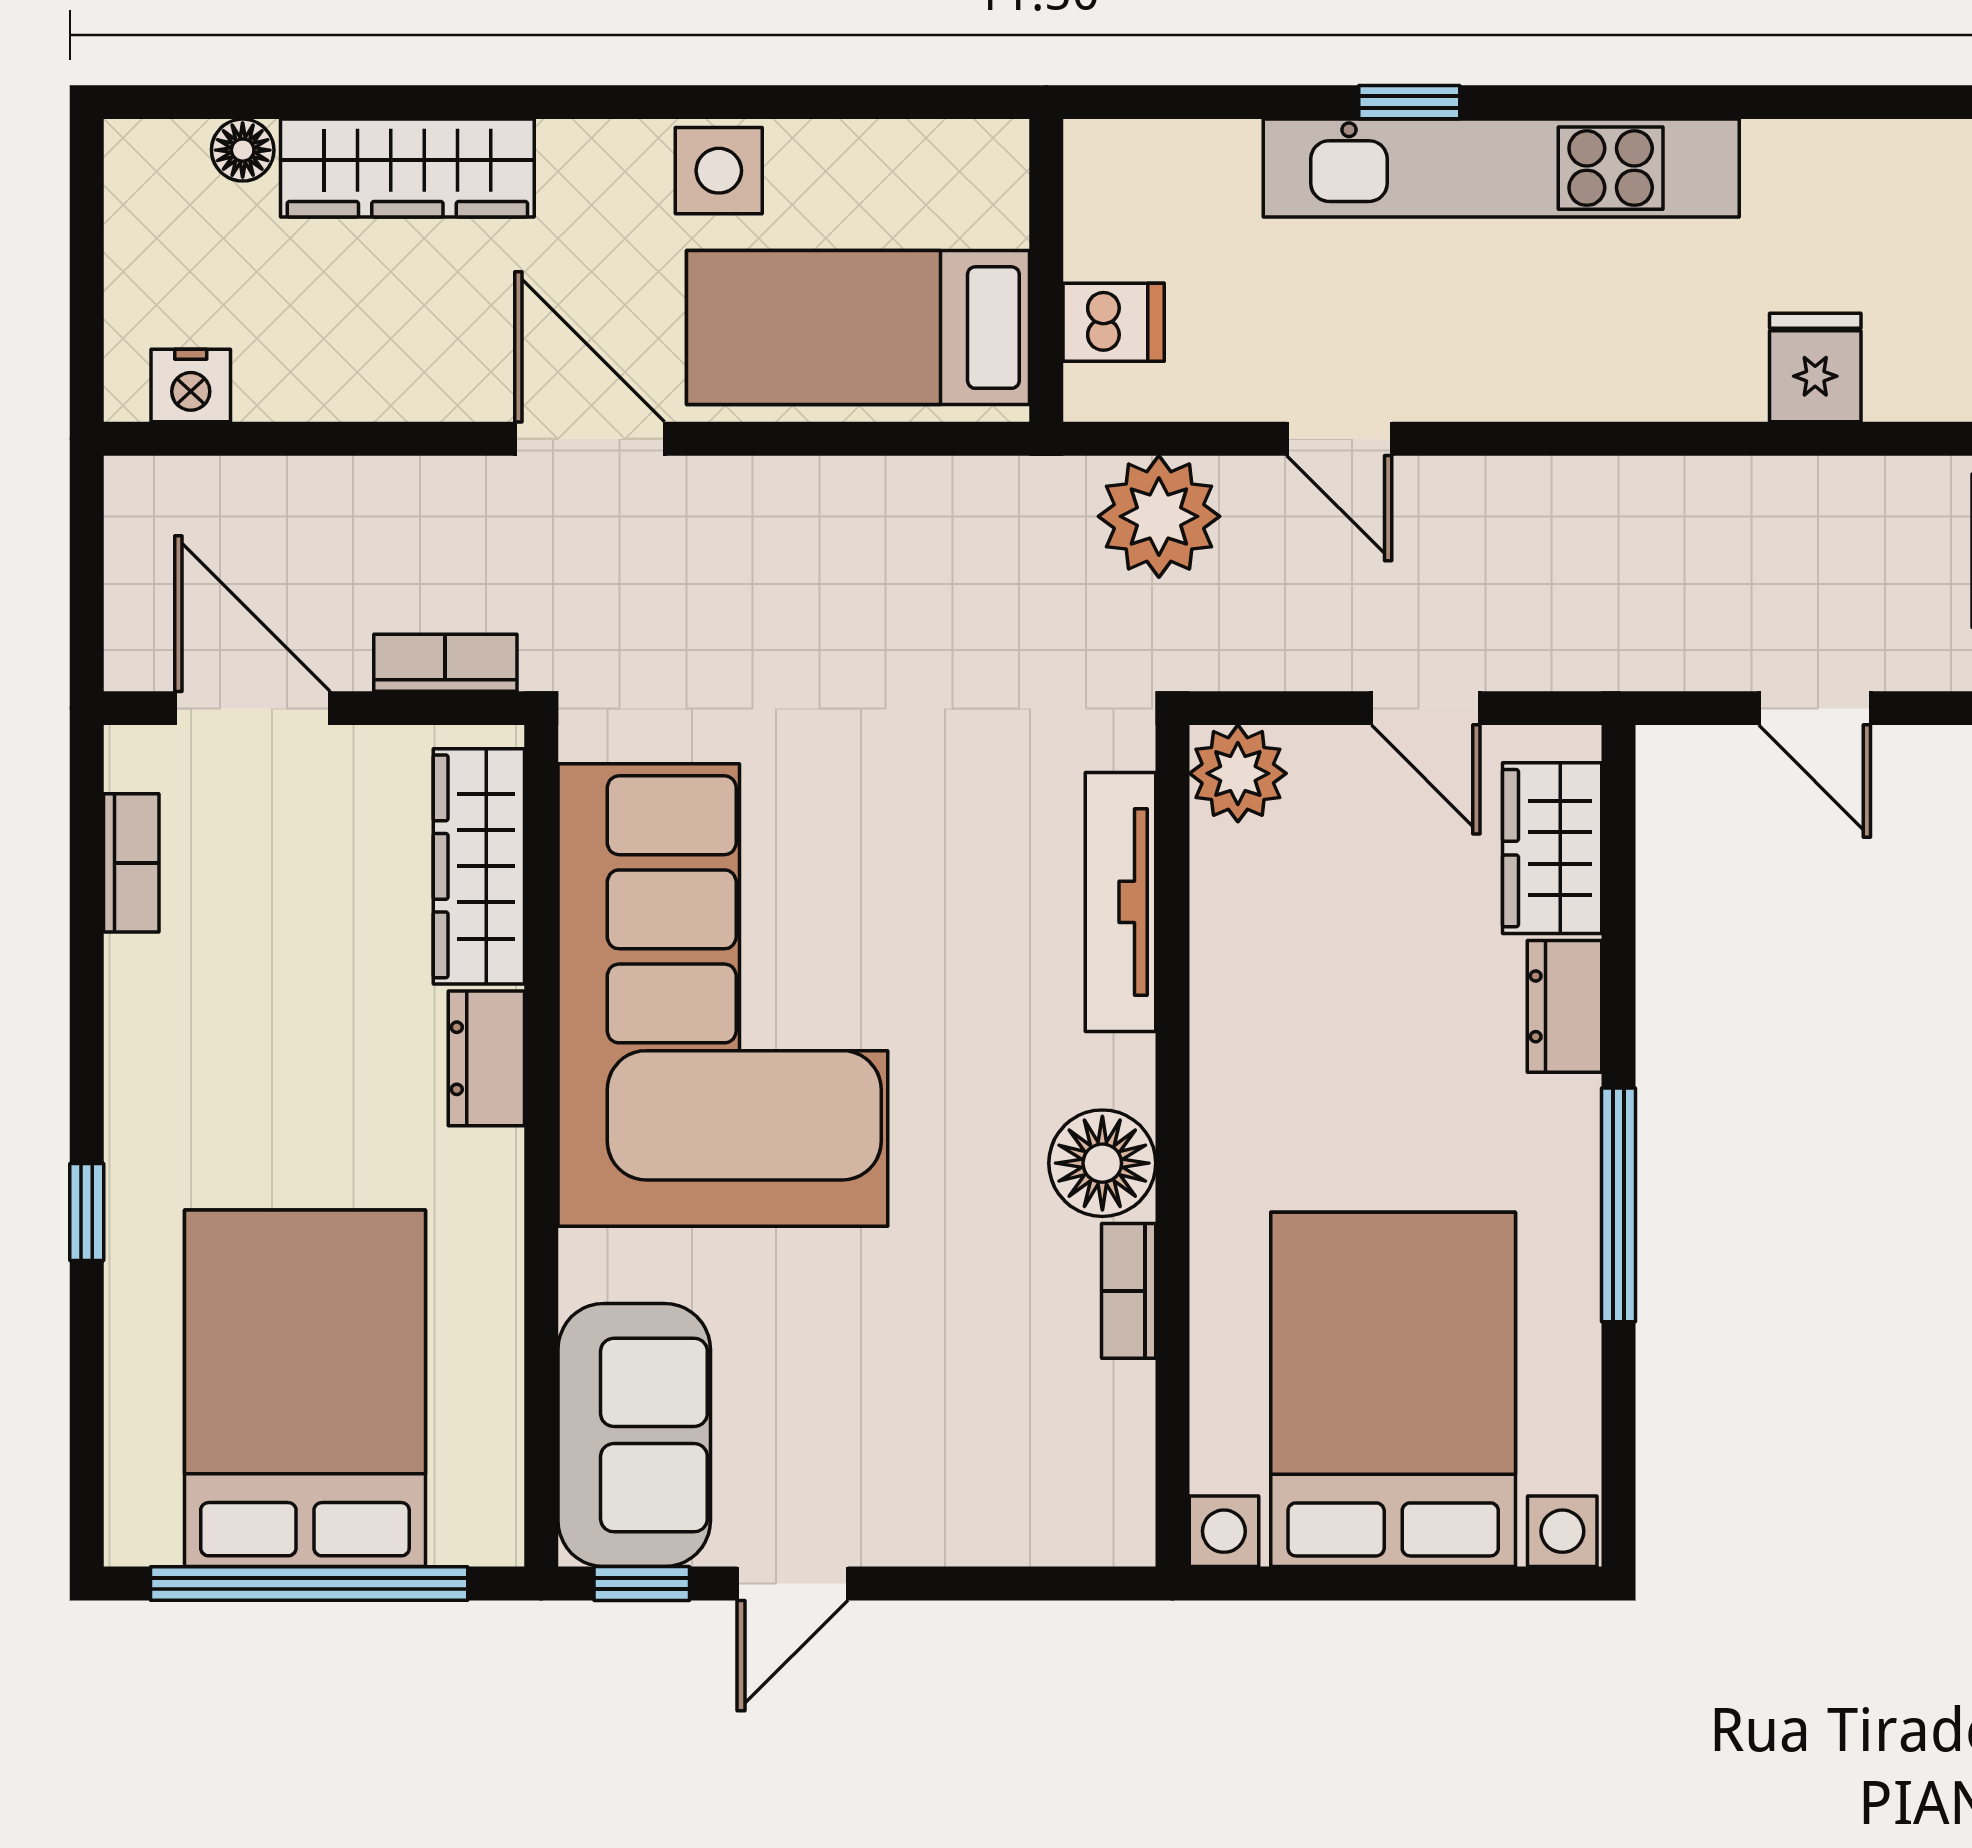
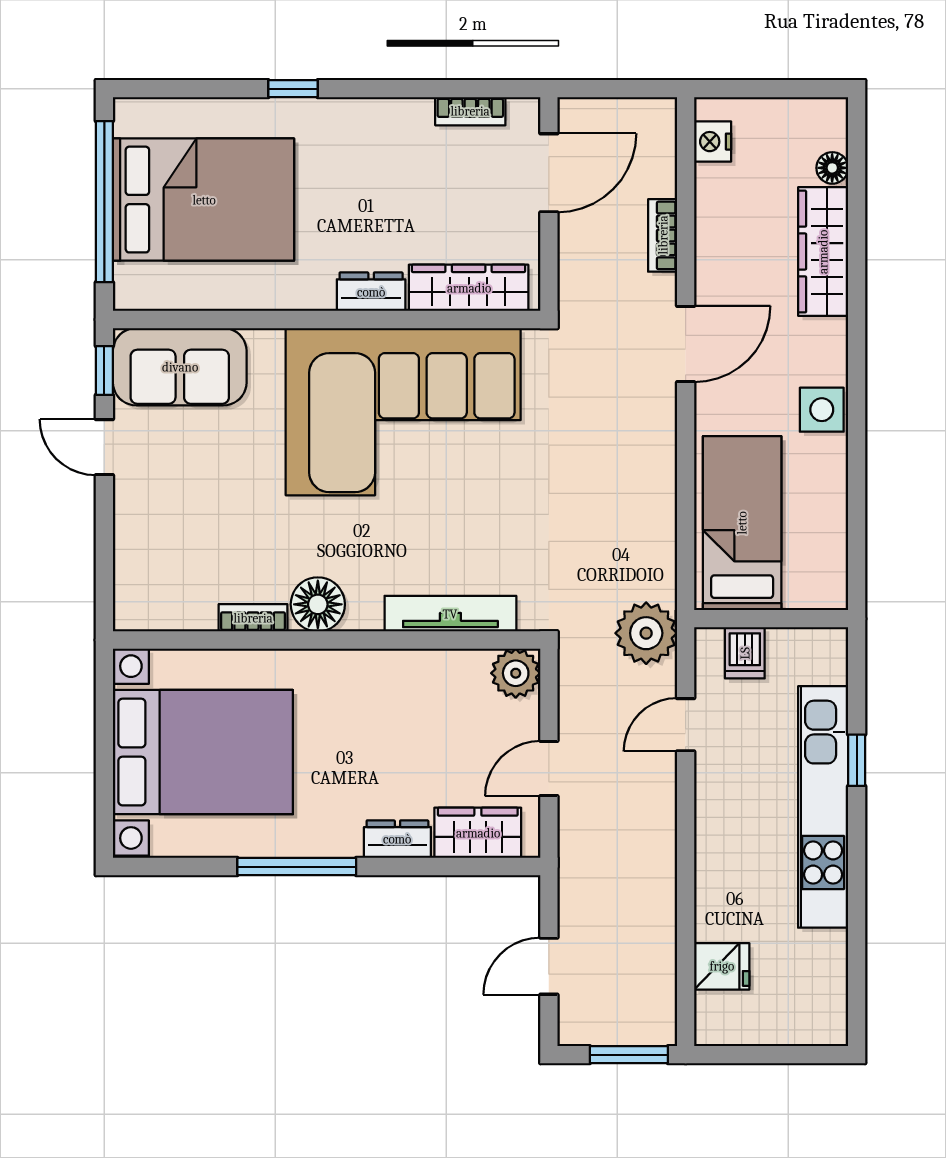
wall: (1046, 270) -> (771, 619), moved
dishwasher: (1114, 322) -> (745, 653), moved
bed: (858, 328) -> (742, 523), moved
bookcase: (445, 663) -> (663, 235), moved, turned 180

